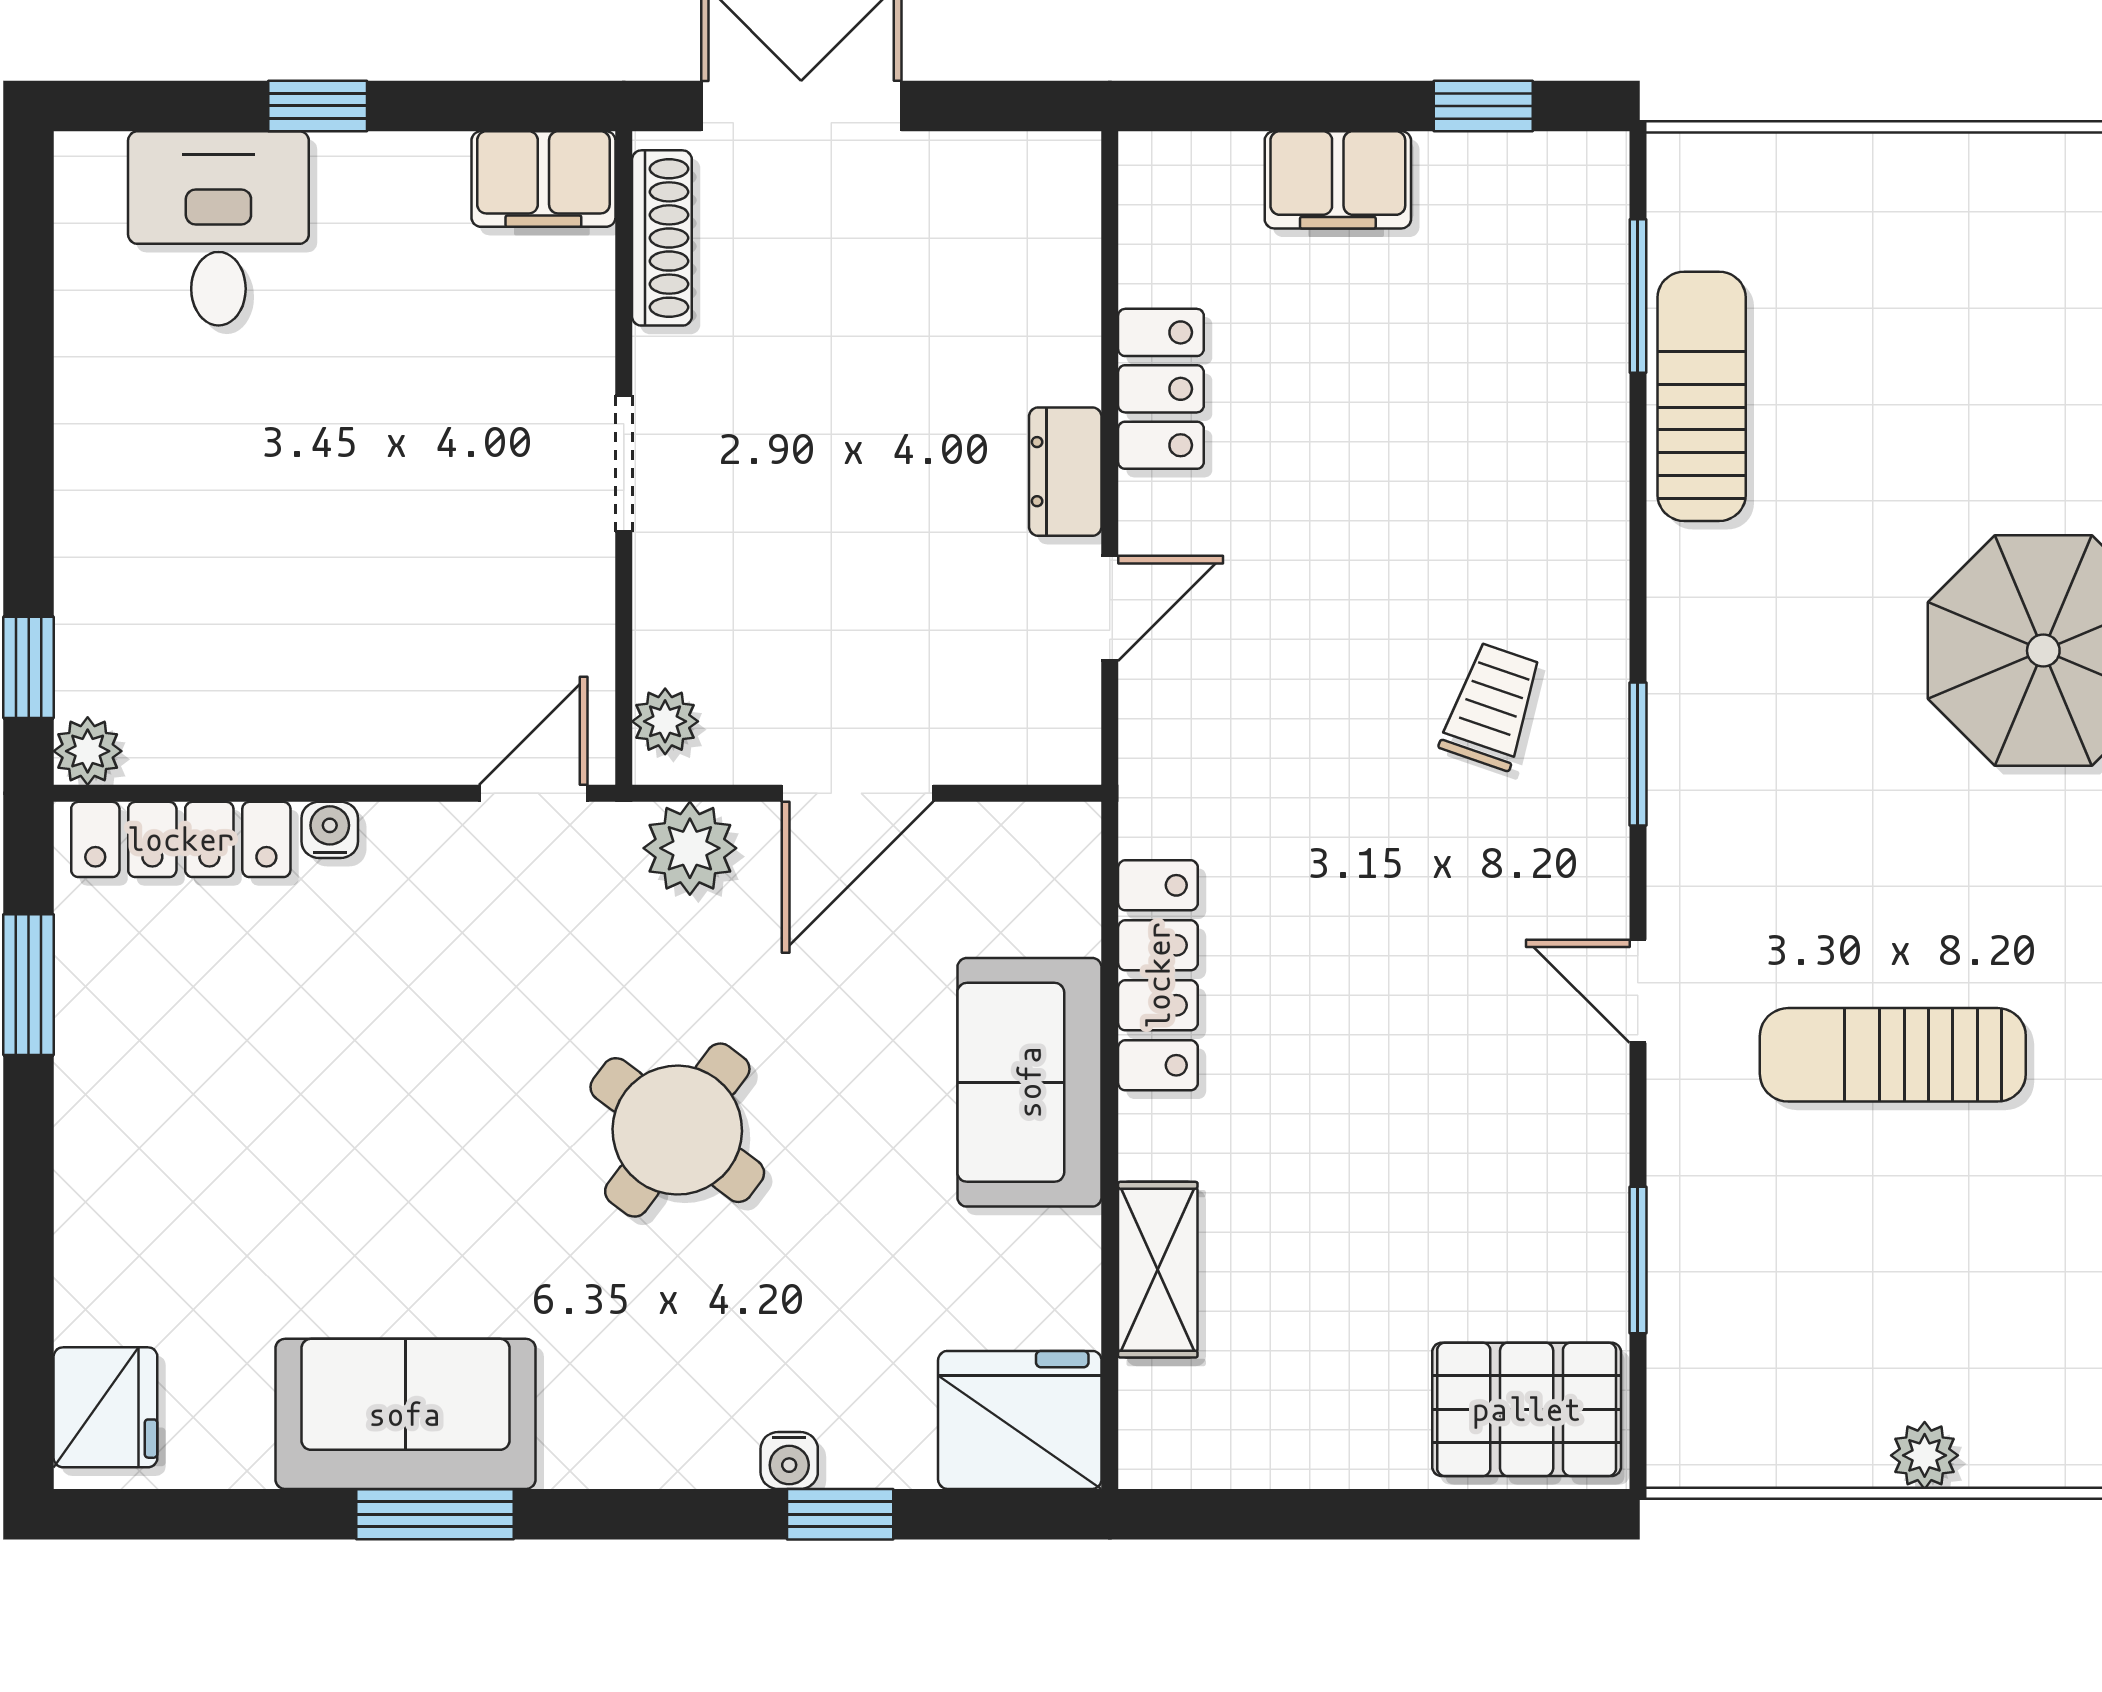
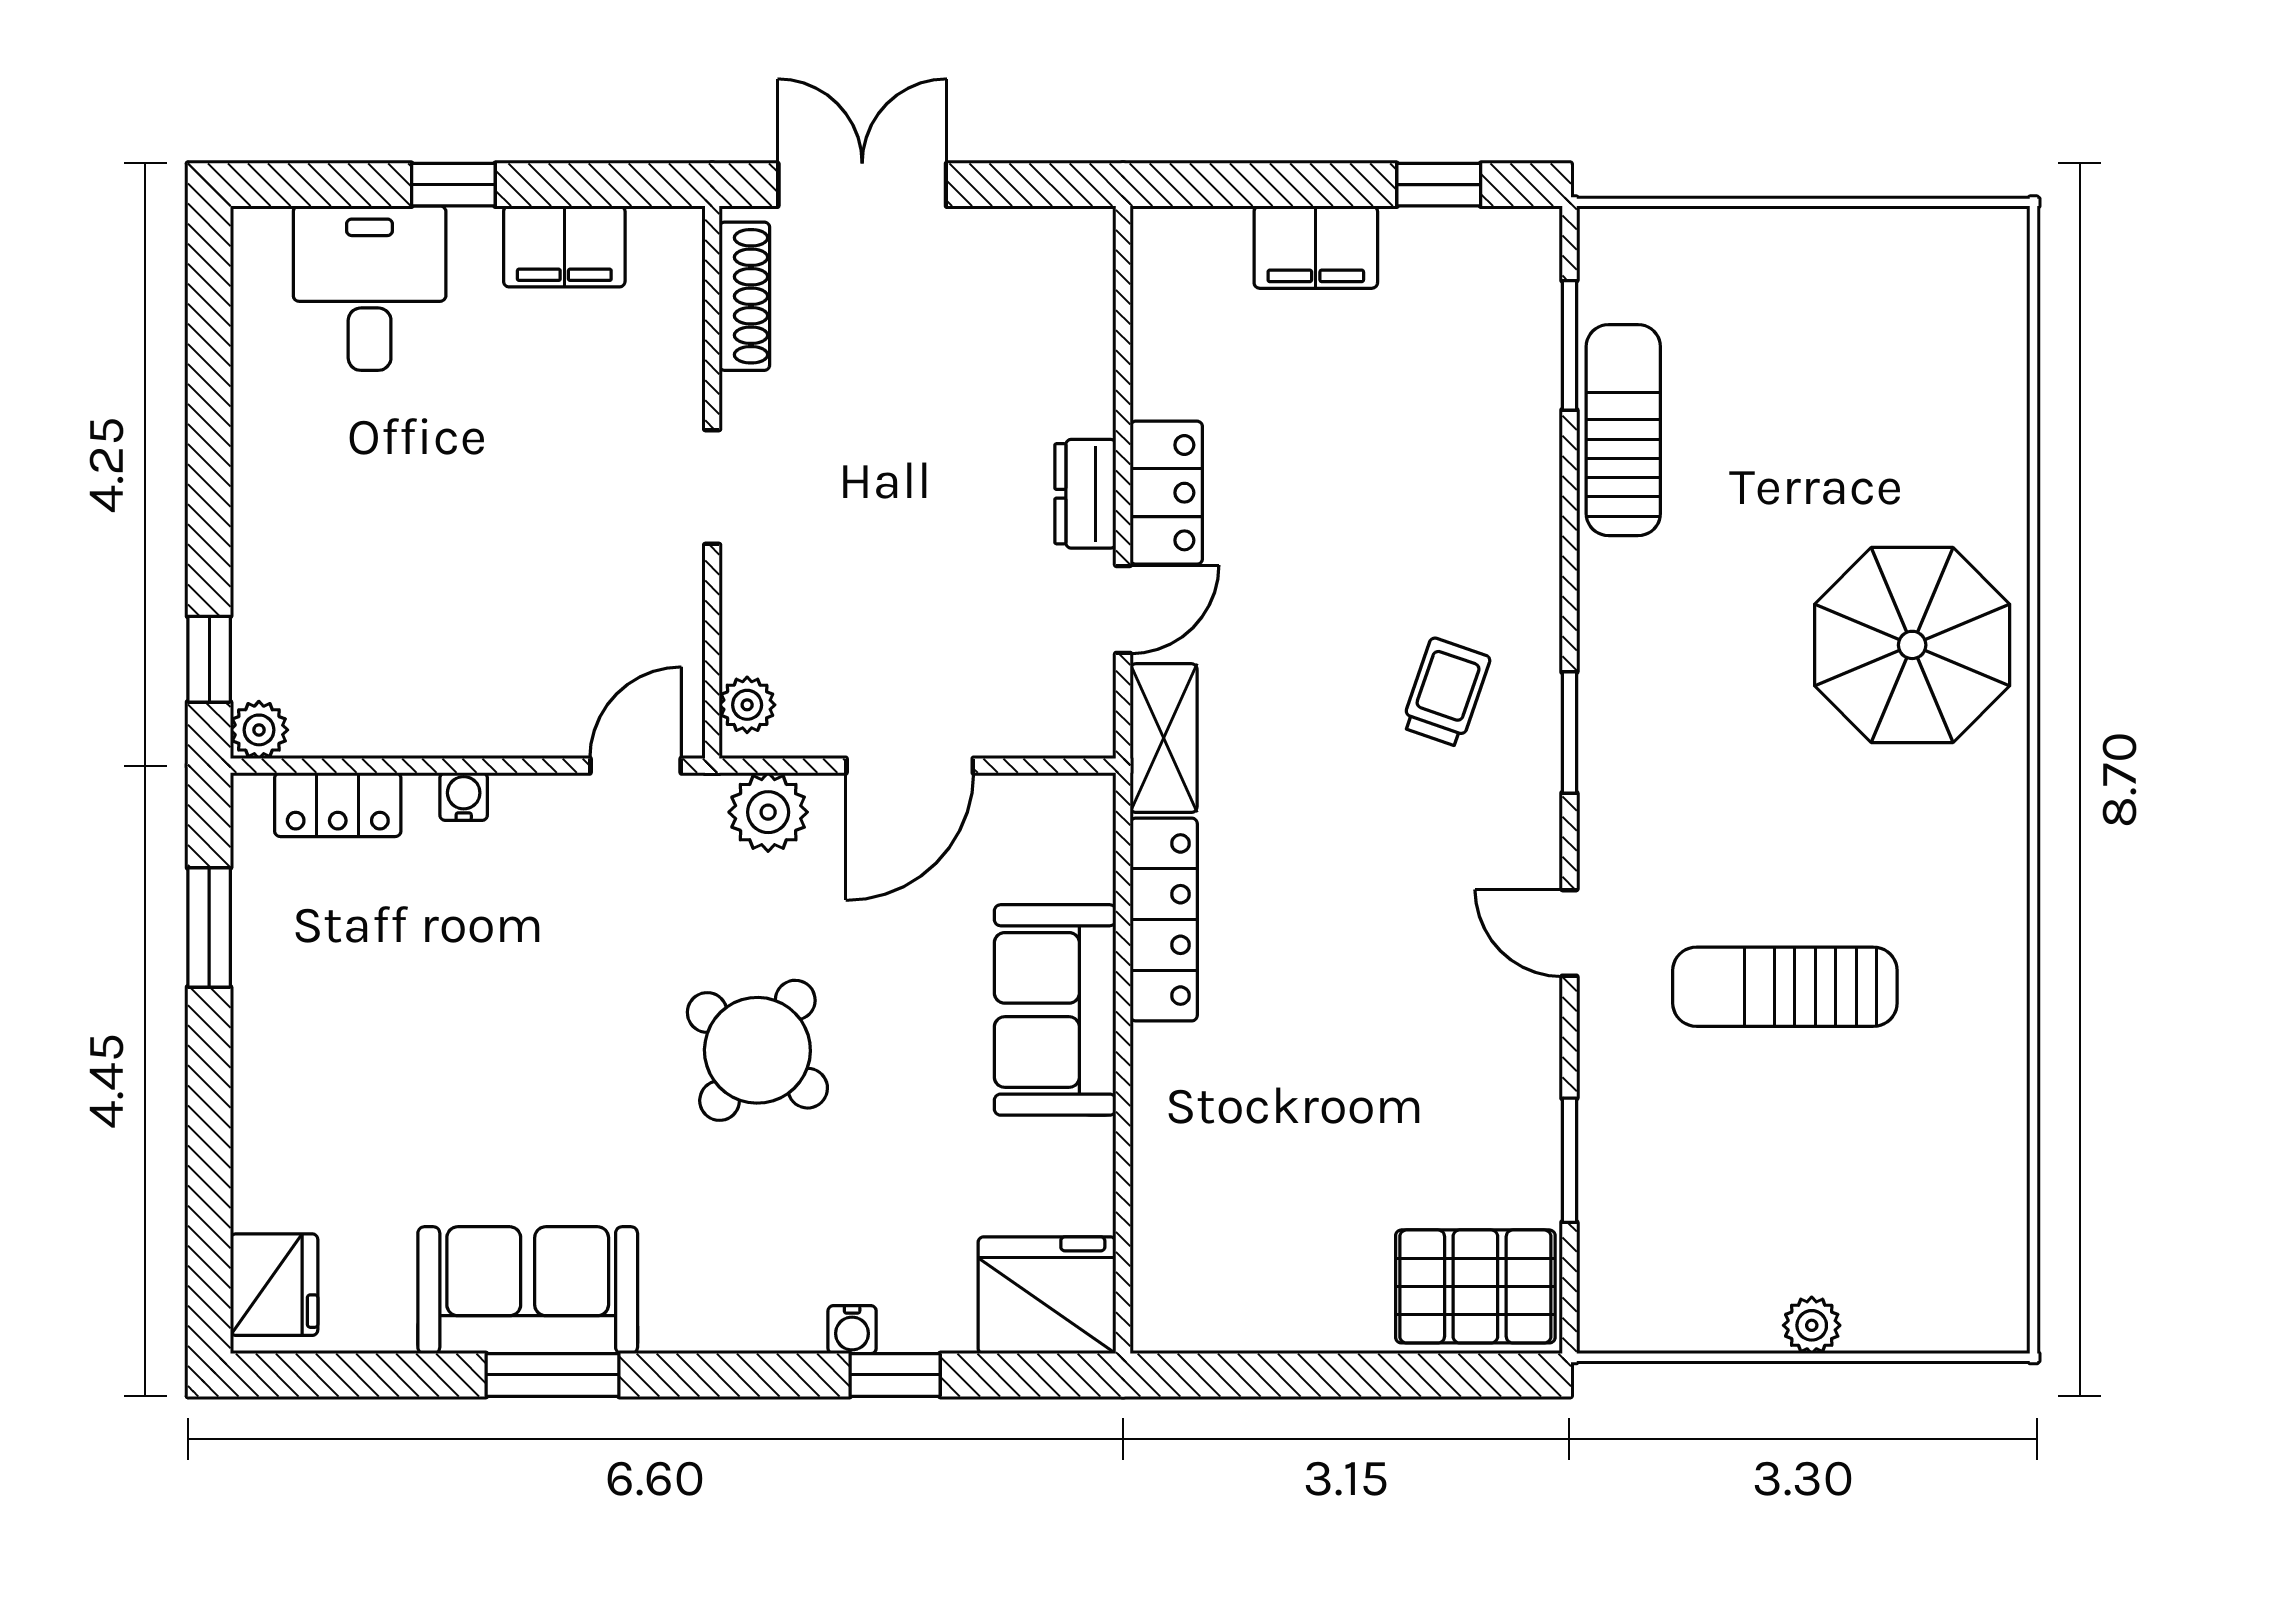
filing cabinet: (543, 179) -> (564, 246), moved
locker: (1161, 389) -> (1166, 493), moved
locker: (181, 839) -> (338, 805), width x0.66
shelving: (1158, 1270) -> (1164, 738), moved

